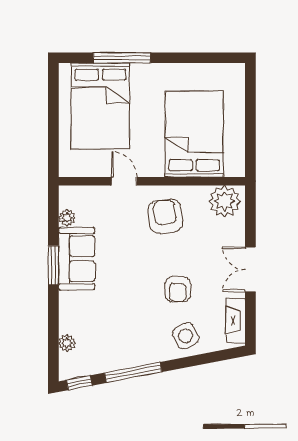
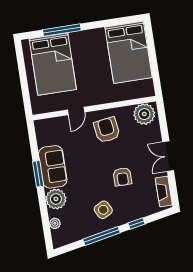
bed: (194, 134) -> (129, 52), moved, turned 180
door: (124, 181) -> (76, 111), swing flipped
plant: (67, 217) -> (56, 199), moved, width x1.88, depth x1.88
side table: (185, 336) -> (103, 210), moved
window: (79, 383) -> (137, 223), moved

